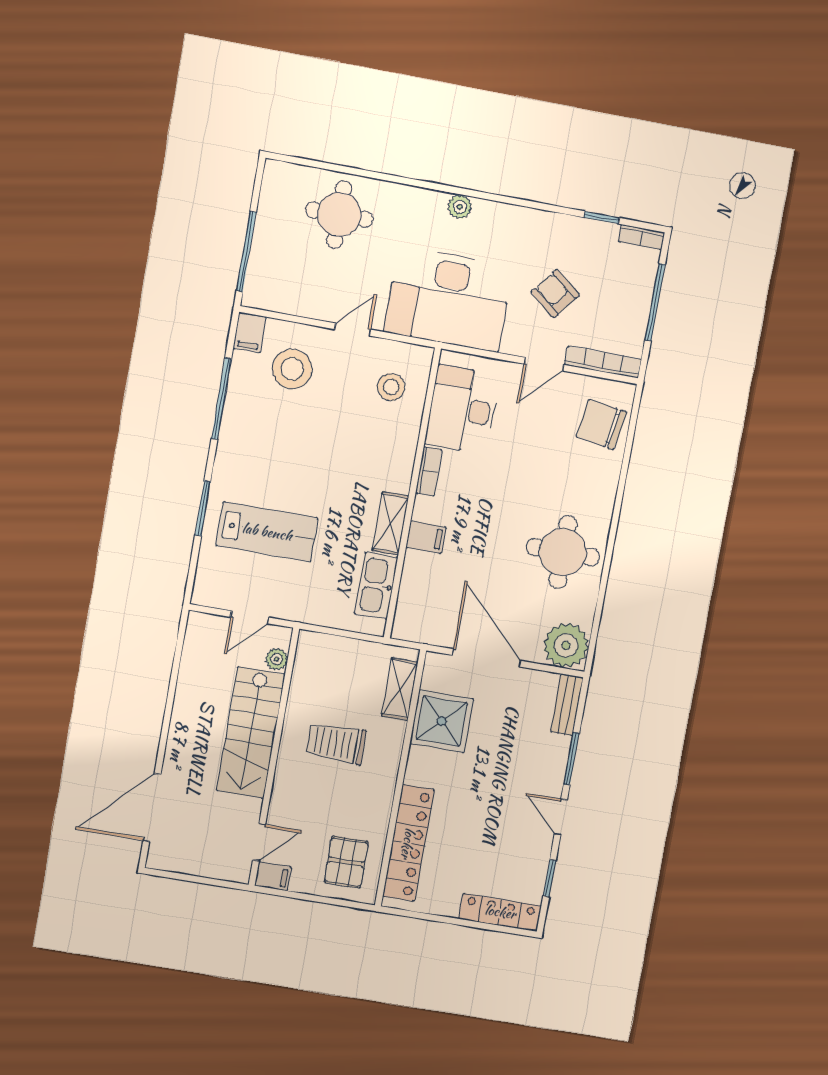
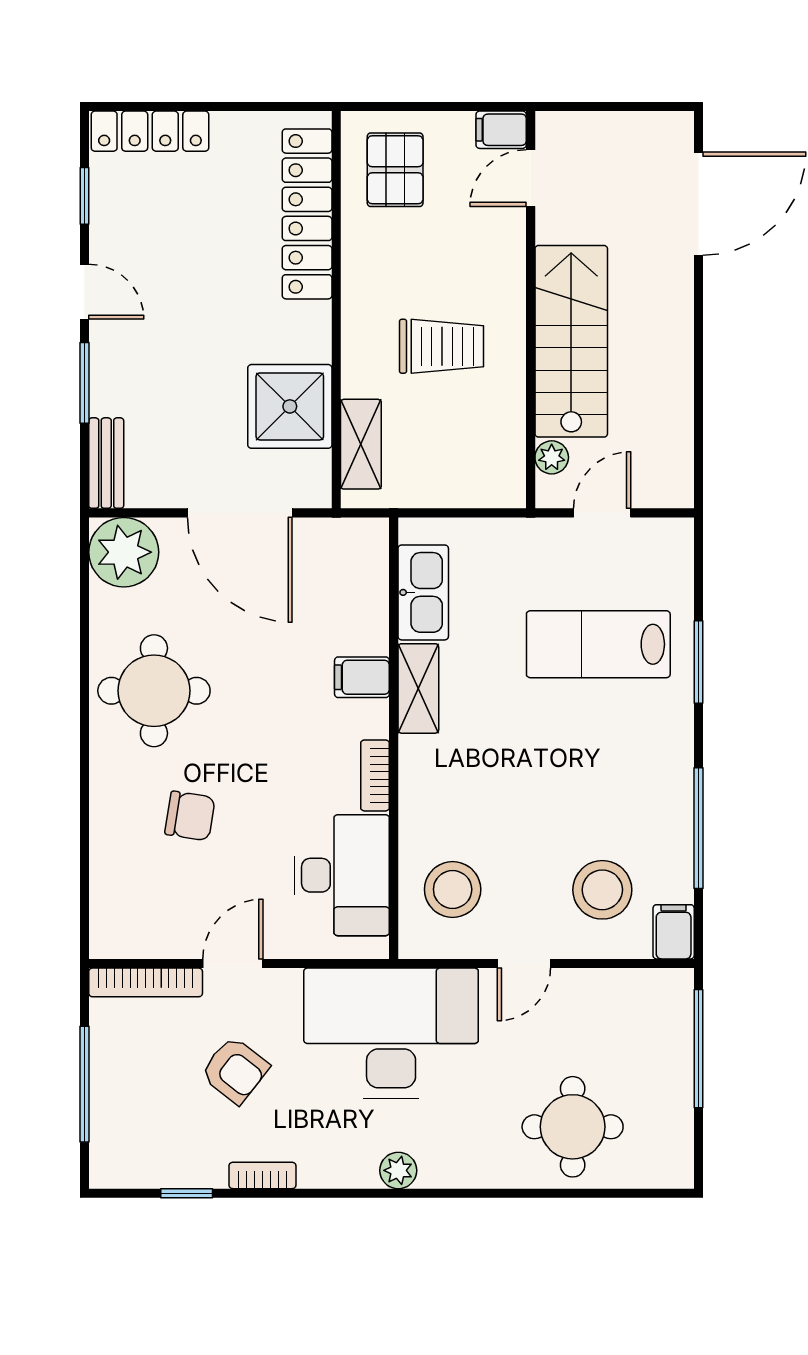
bookcase: (642, 237) -> (262, 1175), moved
stool: (391, 387) -> (453, 889), width x1.38, depth x1.38
chair: (601, 424) -> (190, 816), moved, width x0.73, depth x0.73

